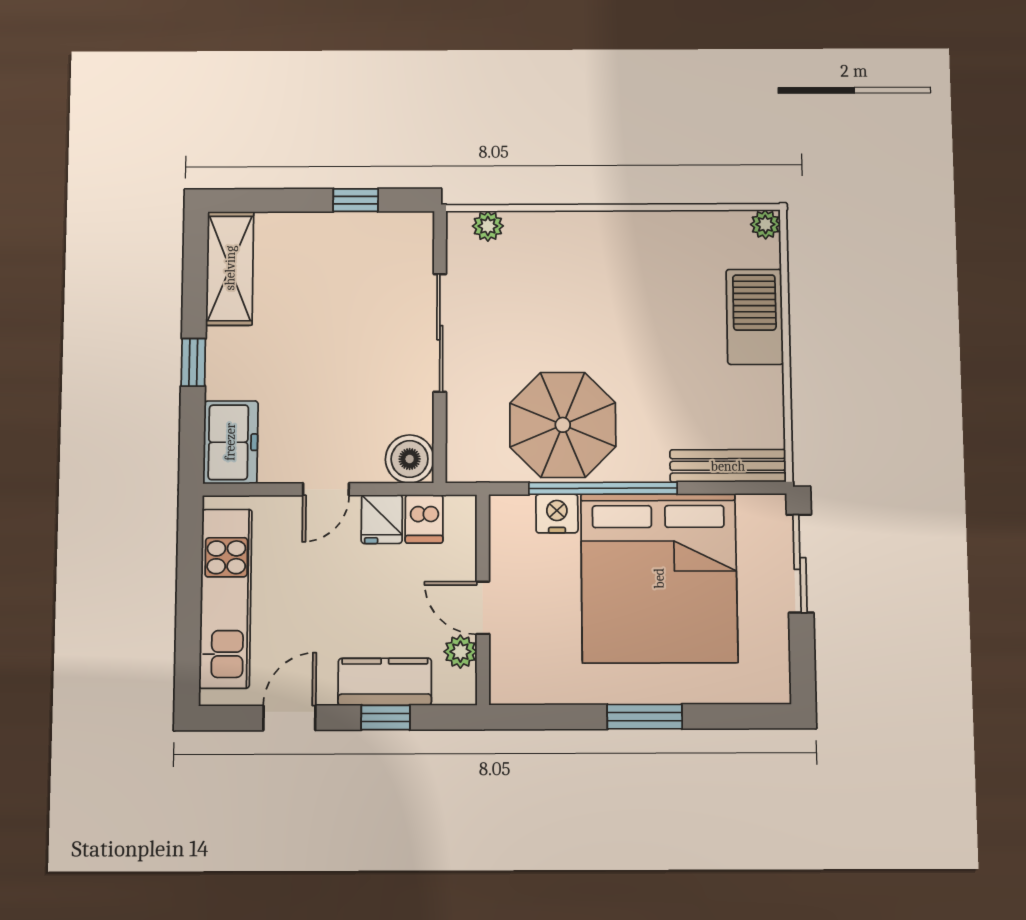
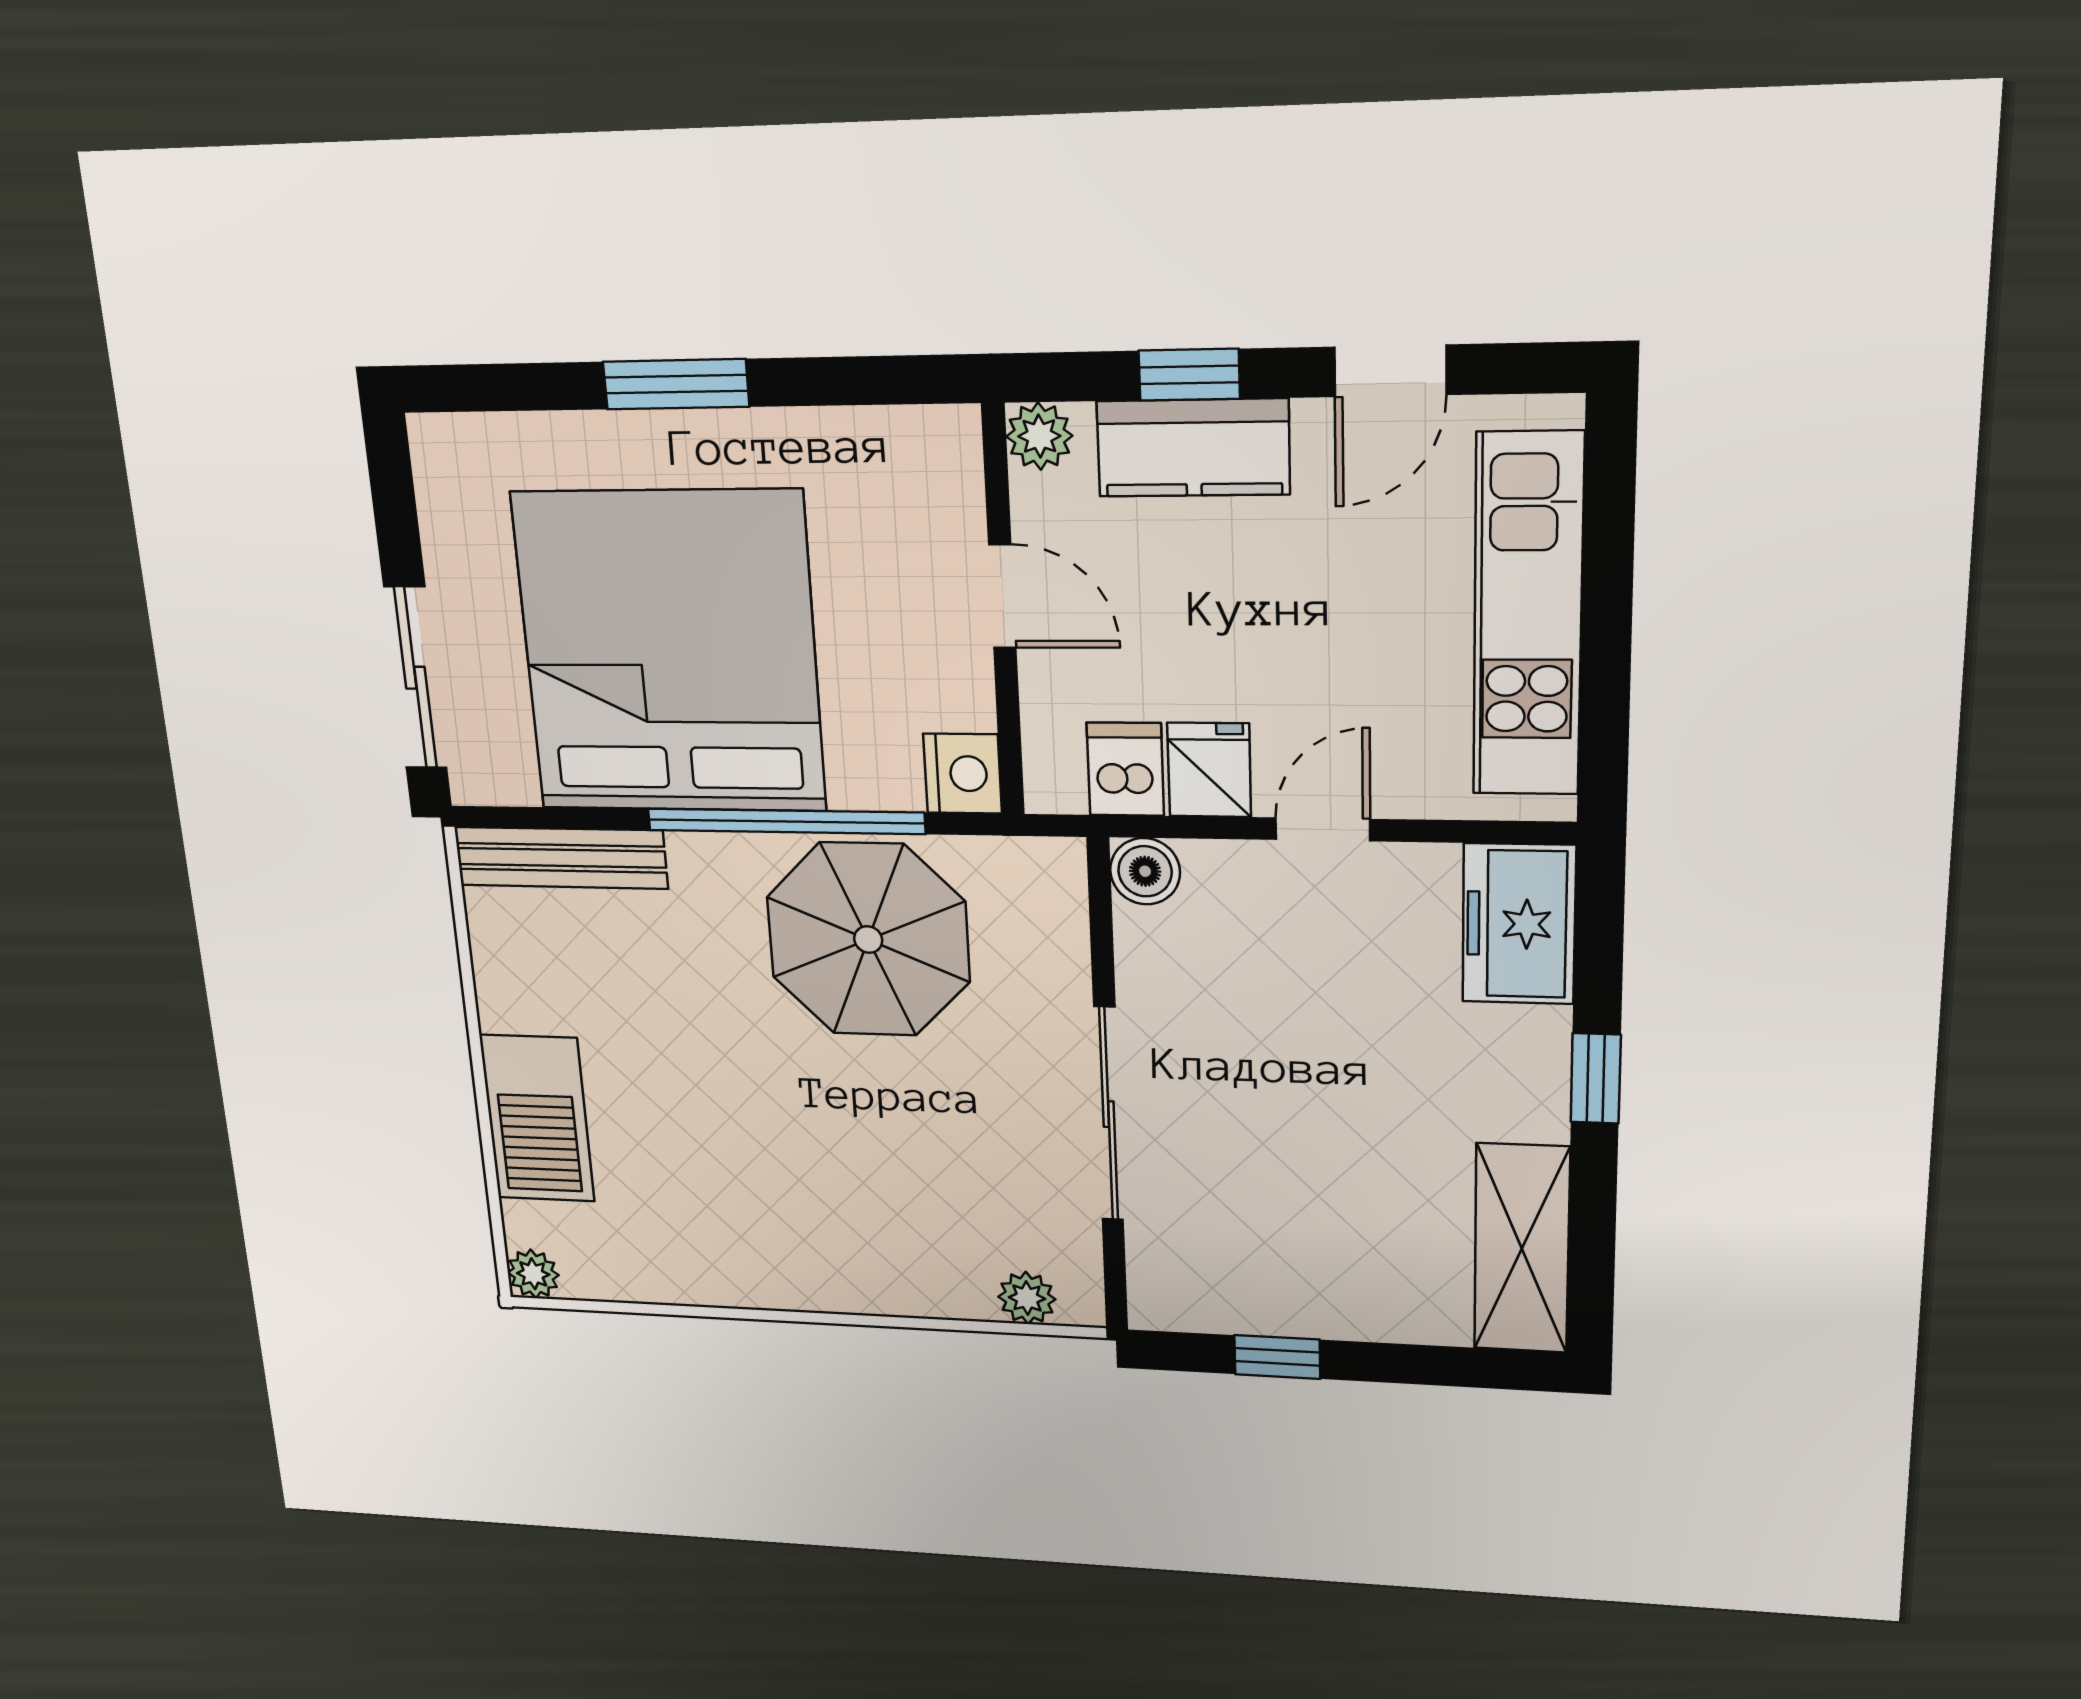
boiler: (410, 459) -> (1145, 871), width x0.73, depth x0.73
nightstand: (557, 514) -> (963, 774), moved, turned -90
plant: (460, 652) -> (1039, 436), moved

